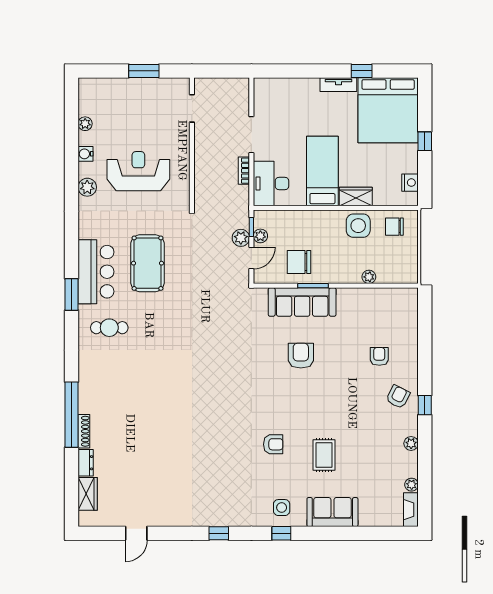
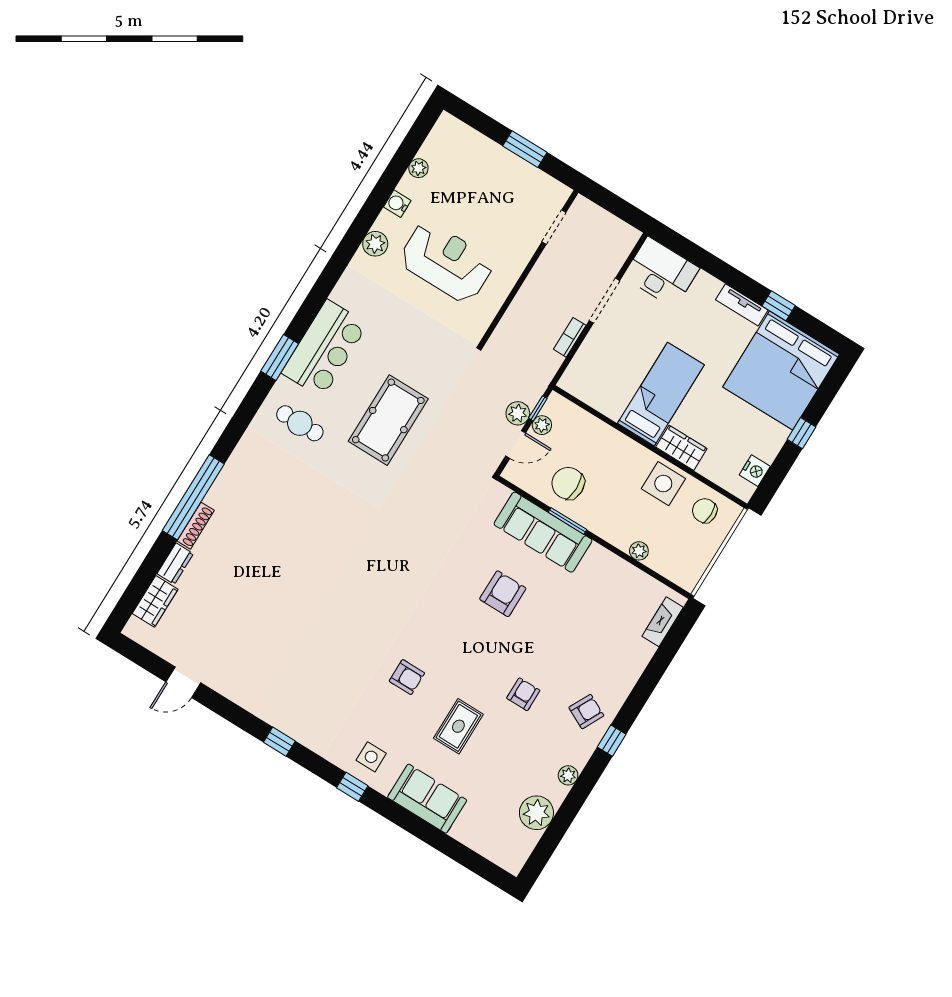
desk: (271, 183) -> (661, 272), moved, turned 90
pool table: (147, 263) -> (388, 420), moved
armchair: (379, 356) -> (523, 694), moved
plant: (412, 485) -> (536, 813), width x1.87, depth x1.87
fireplace: (411, 510) -> (663, 622), moved

